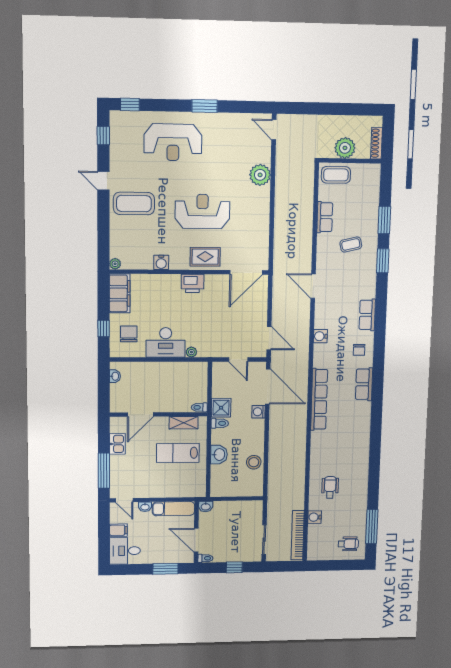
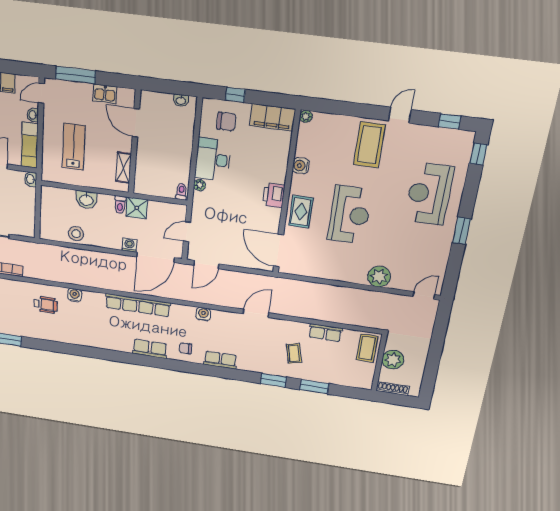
toilet: (199, 407) -> (181, 192), moved
lab bench: (178, 453) -> (74, 147), moved
water cooler: (315, 517) -> (75, 295), moved

